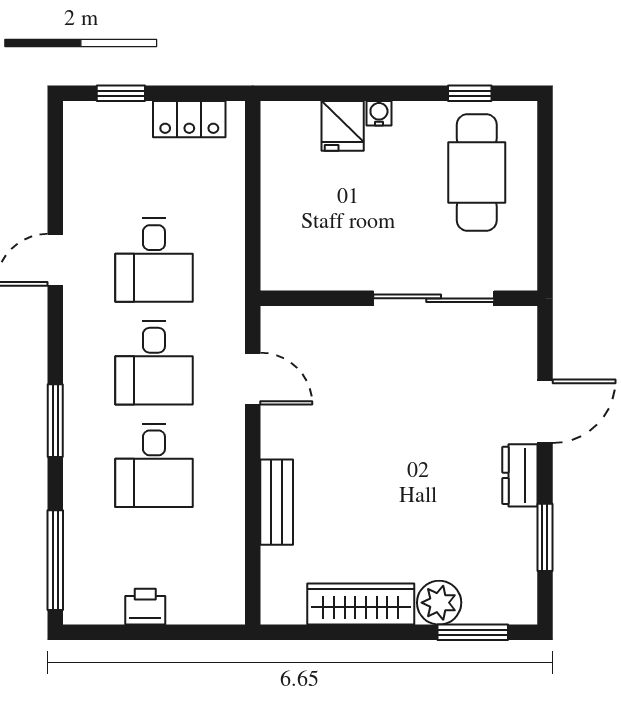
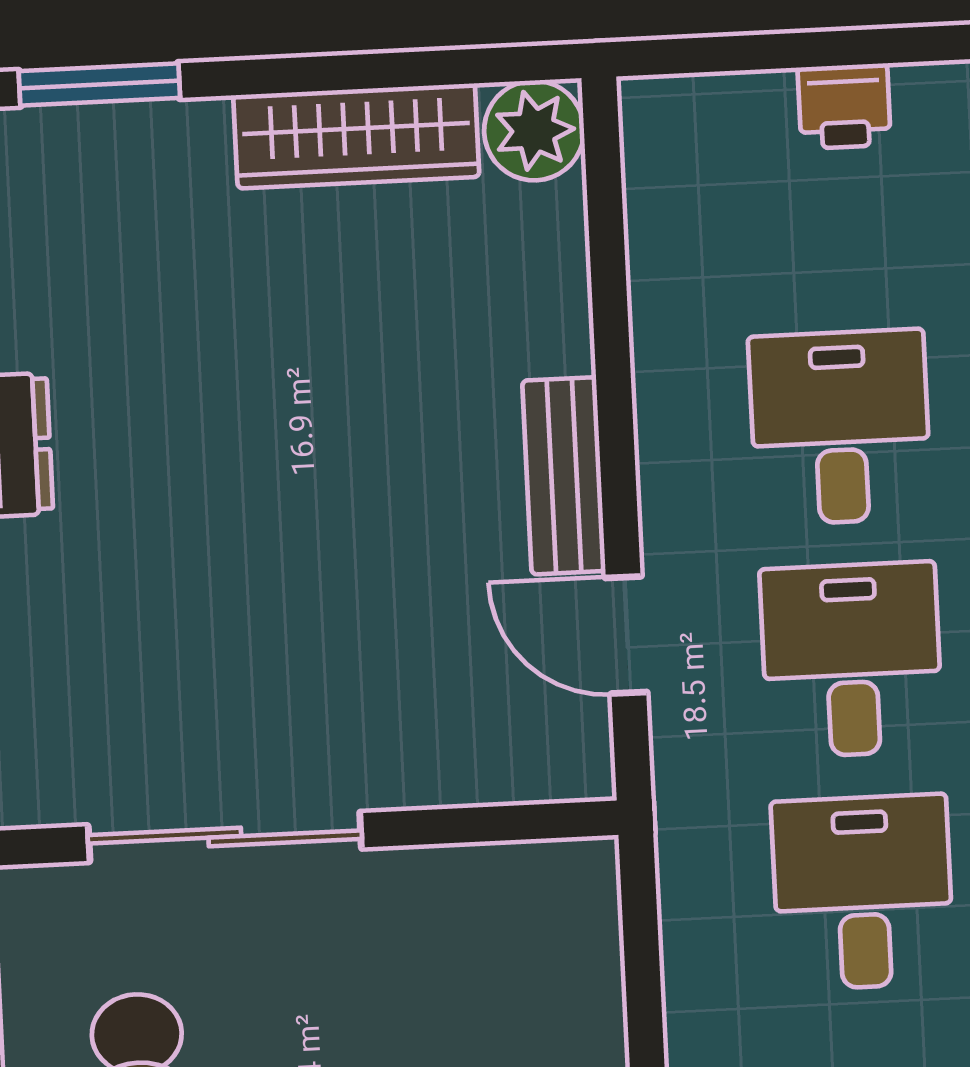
bench: (277, 502) -> (564, 476), moved
plant: (439, 603) -> (534, 130), moved

